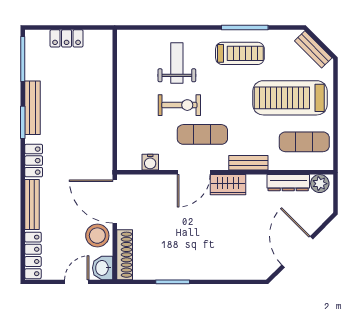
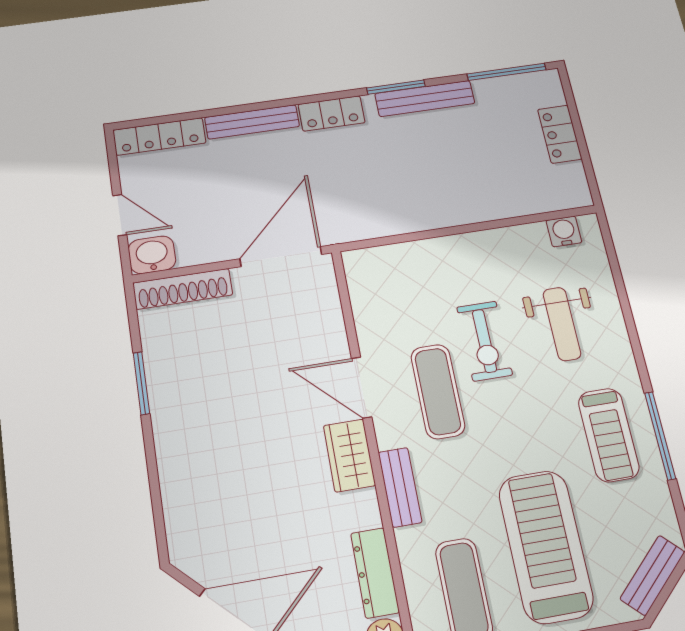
weight bench: (177, 63) -> (562, 324), turned 90
water cooler: (150, 162) -> (564, 231), moved, turned 90
stool: (97, 236) -> (212, 237), removed

